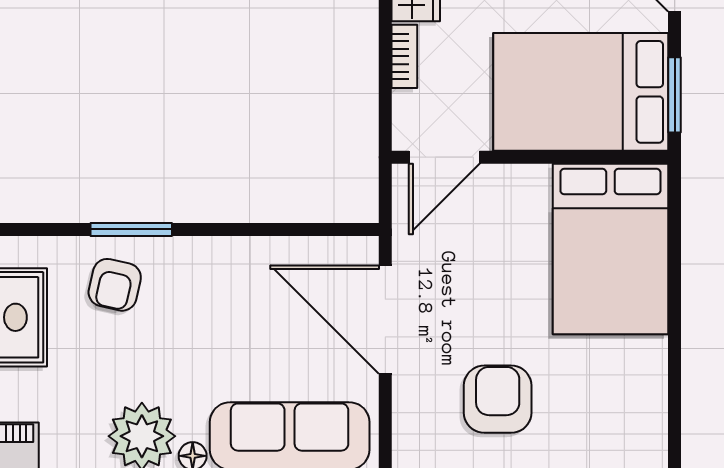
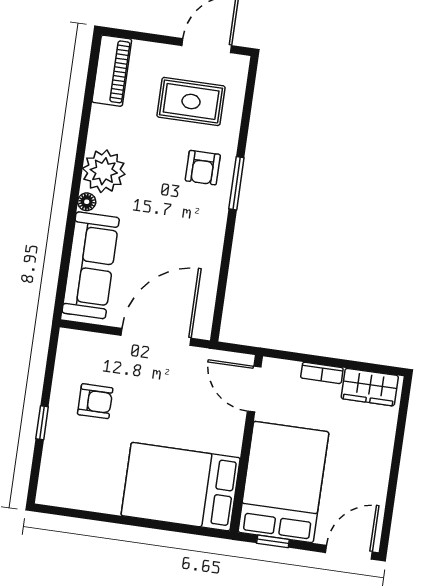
window: (675, 95) -> (273, 541), width x0.67
armchair: (115, 285) -> (203, 168), turned -103
armchair: (498, 399) -> (95, 401), width x0.72, depth x0.72

